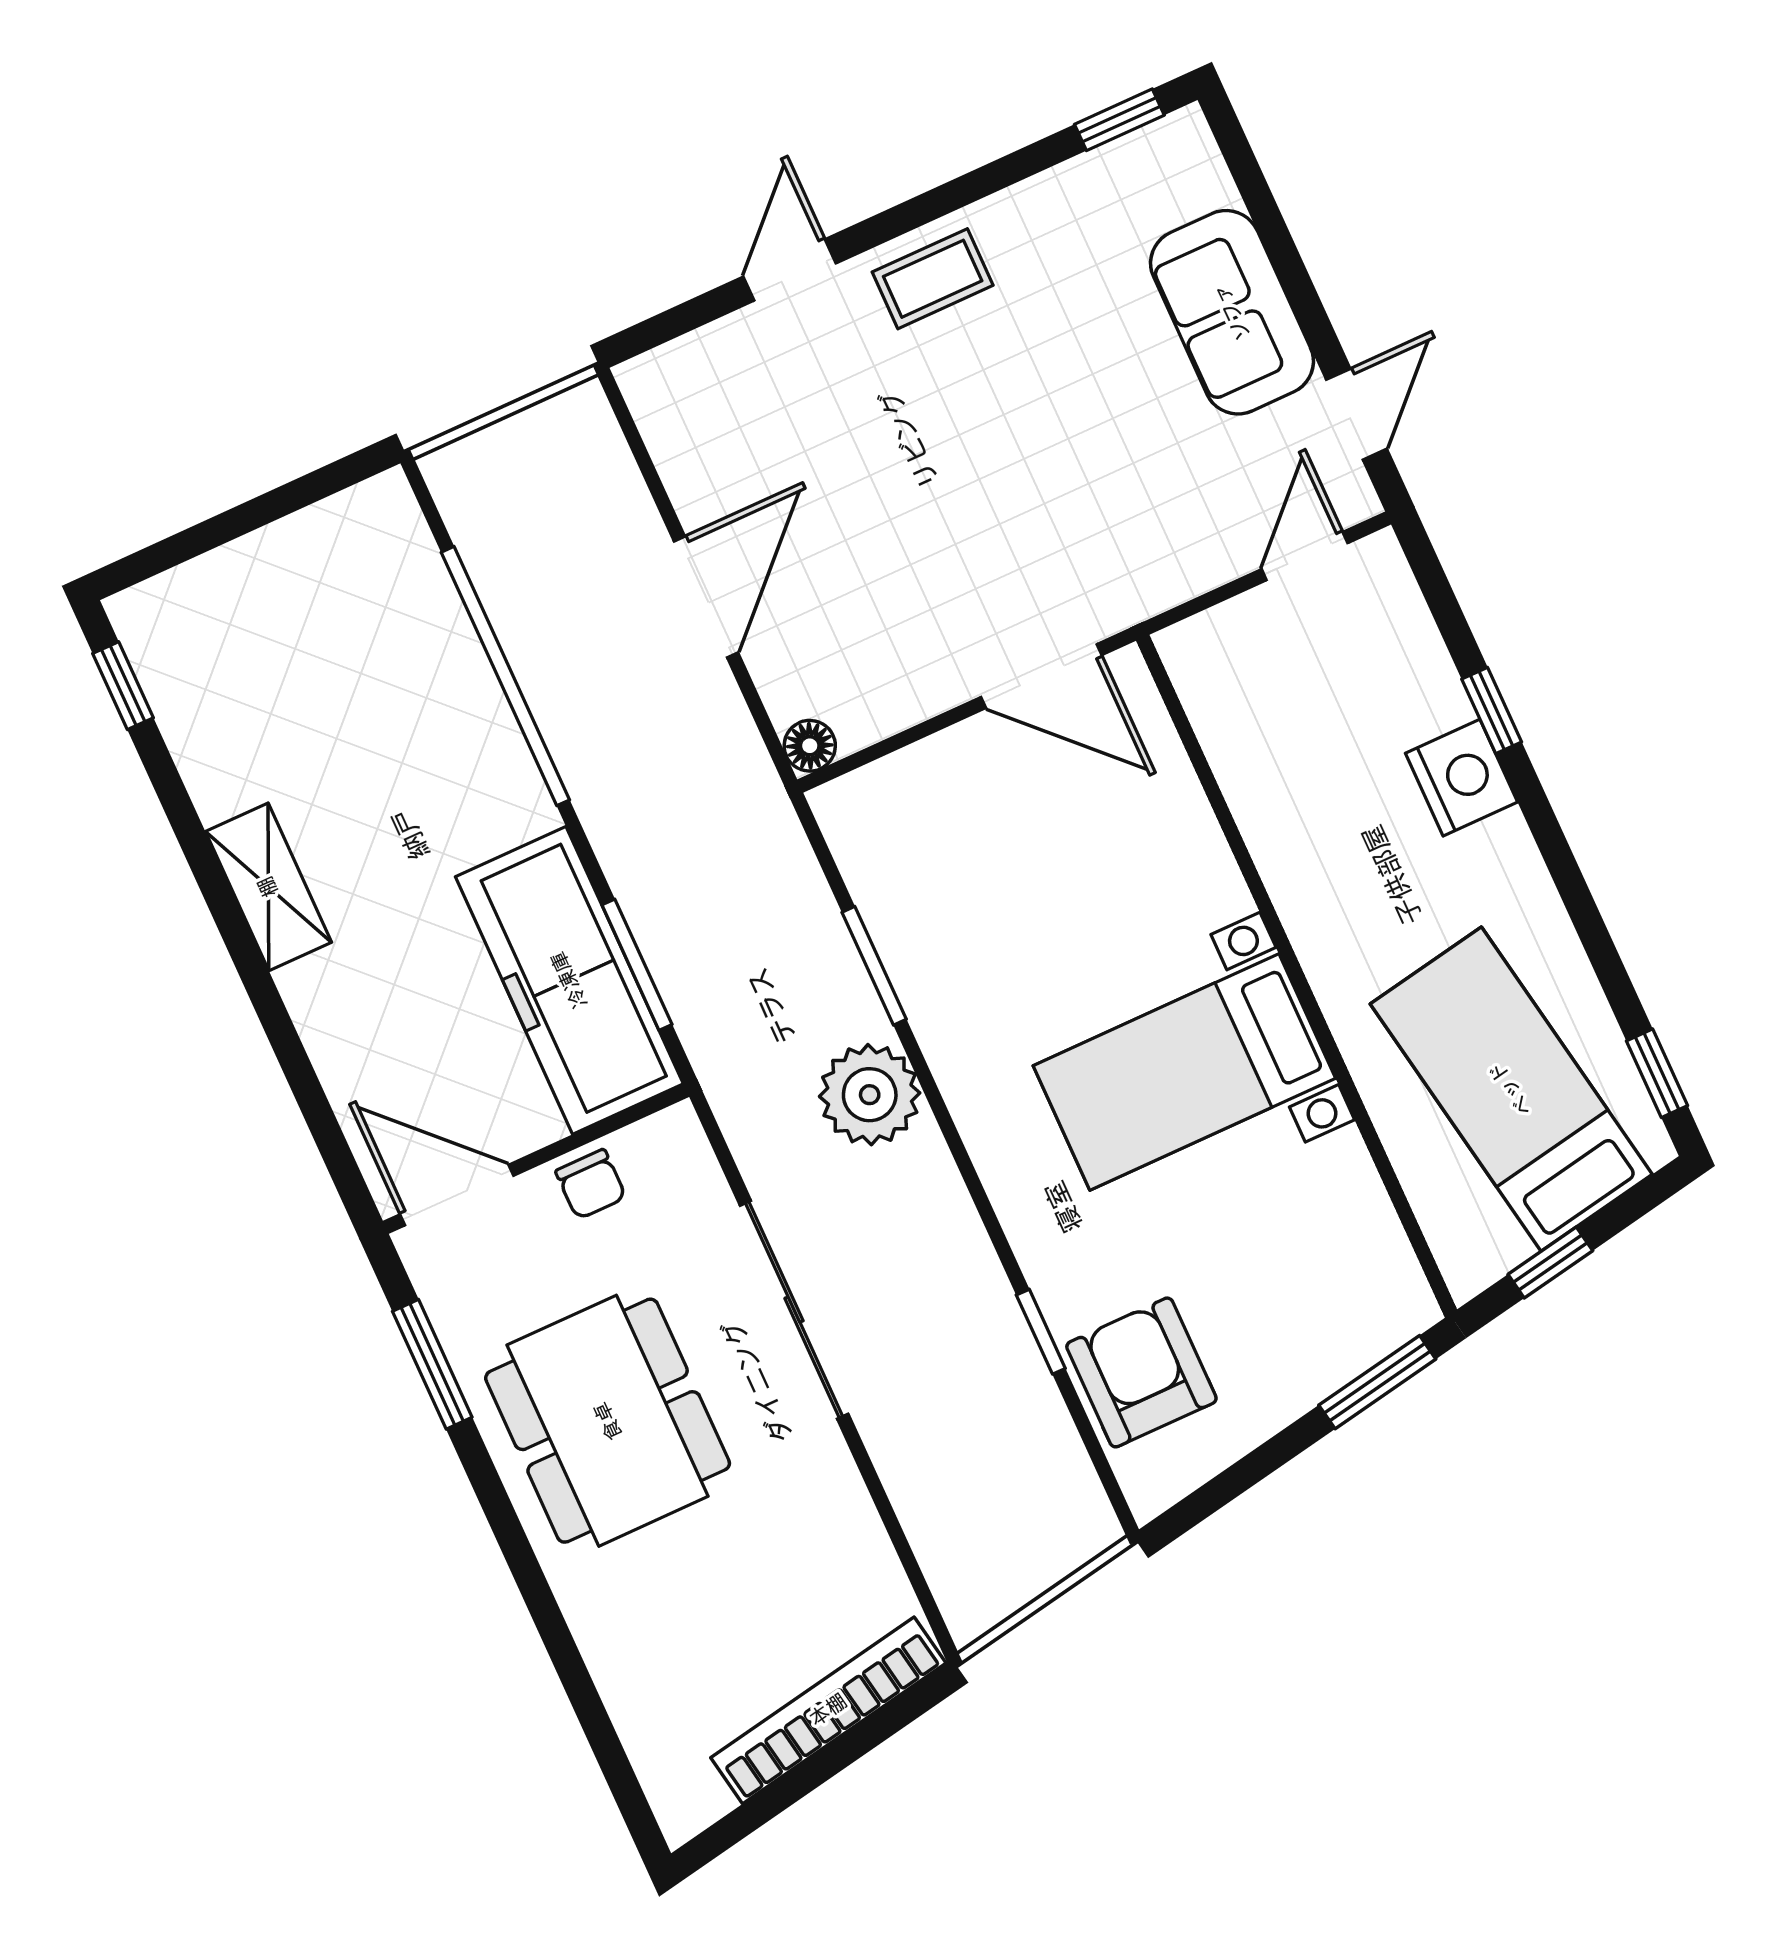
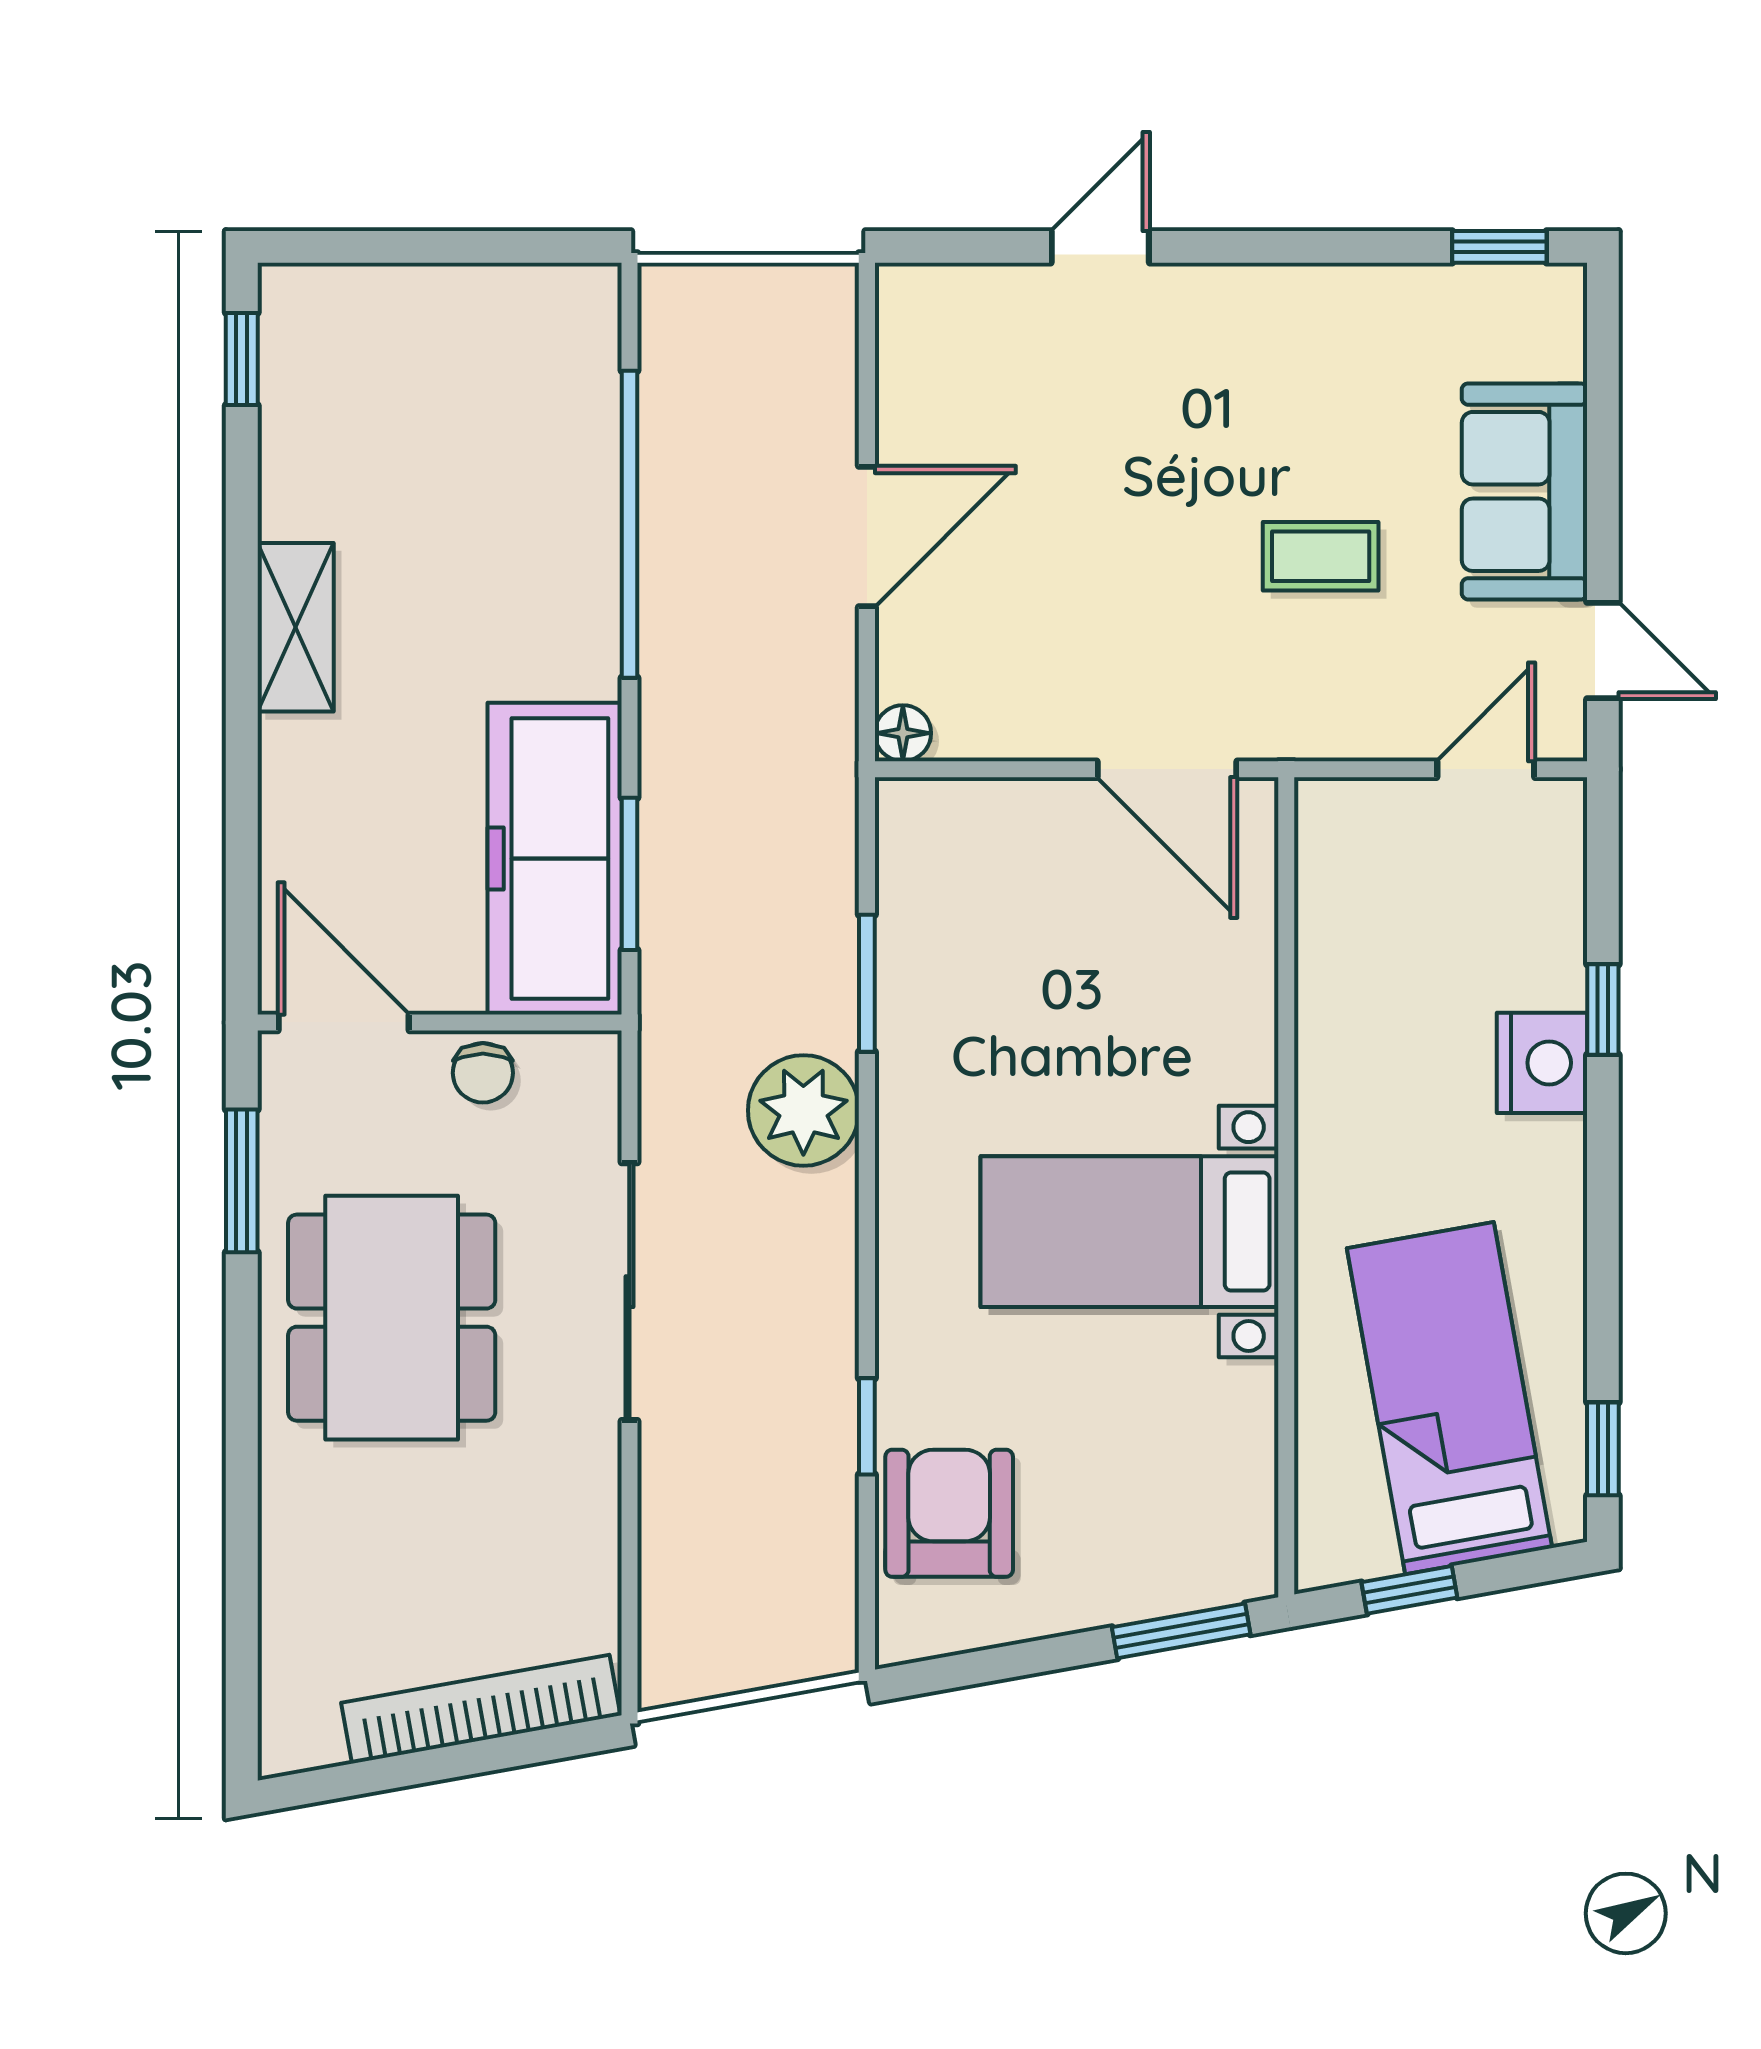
coffee table: (933, 279) -> (1321, 556), moved
door: (1357, 414) -> (1603, 651), hinge flipped

